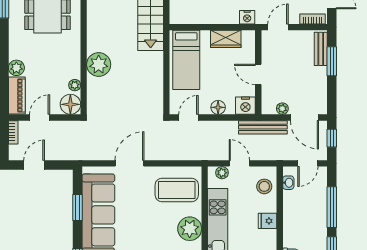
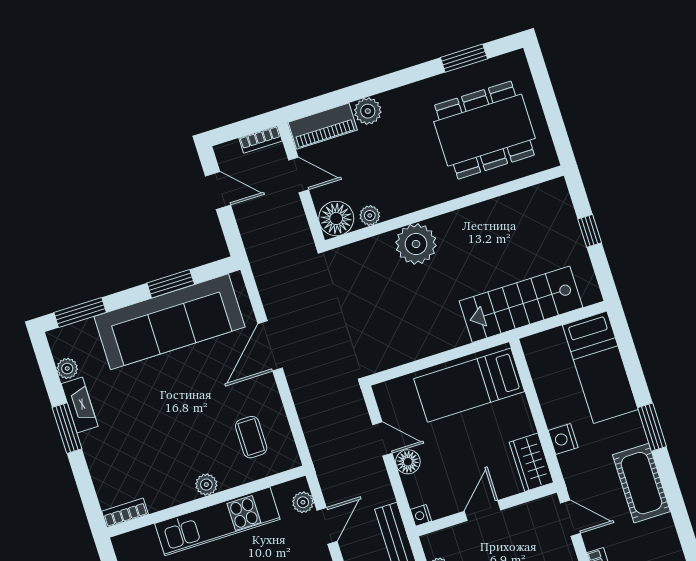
nightstand: (247, 17) -> (563, 439), moved
wardrobe: (226, 39) -> (531, 462), moved
nightstand: (245, 106) -> (421, 515), width x0.53, depth x0.56
door: (189, 117) -> (382, 439), moved
door: (129, 163) -> (270, 346), swing flipped
coffee table: (177, 190) -> (251, 437), width x0.54, depth x0.58
plant: (190, 229) -> (206, 485), width x0.53, depth x0.53

